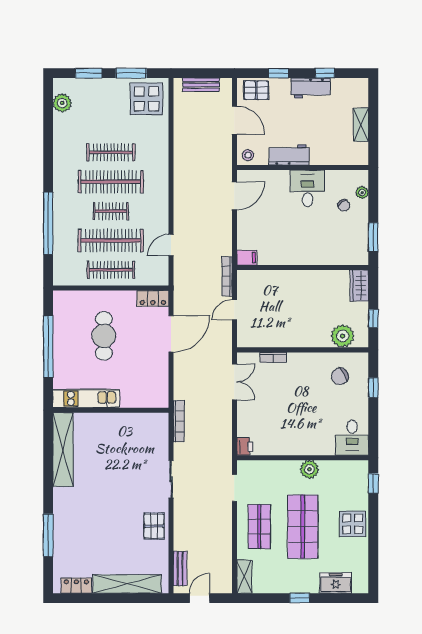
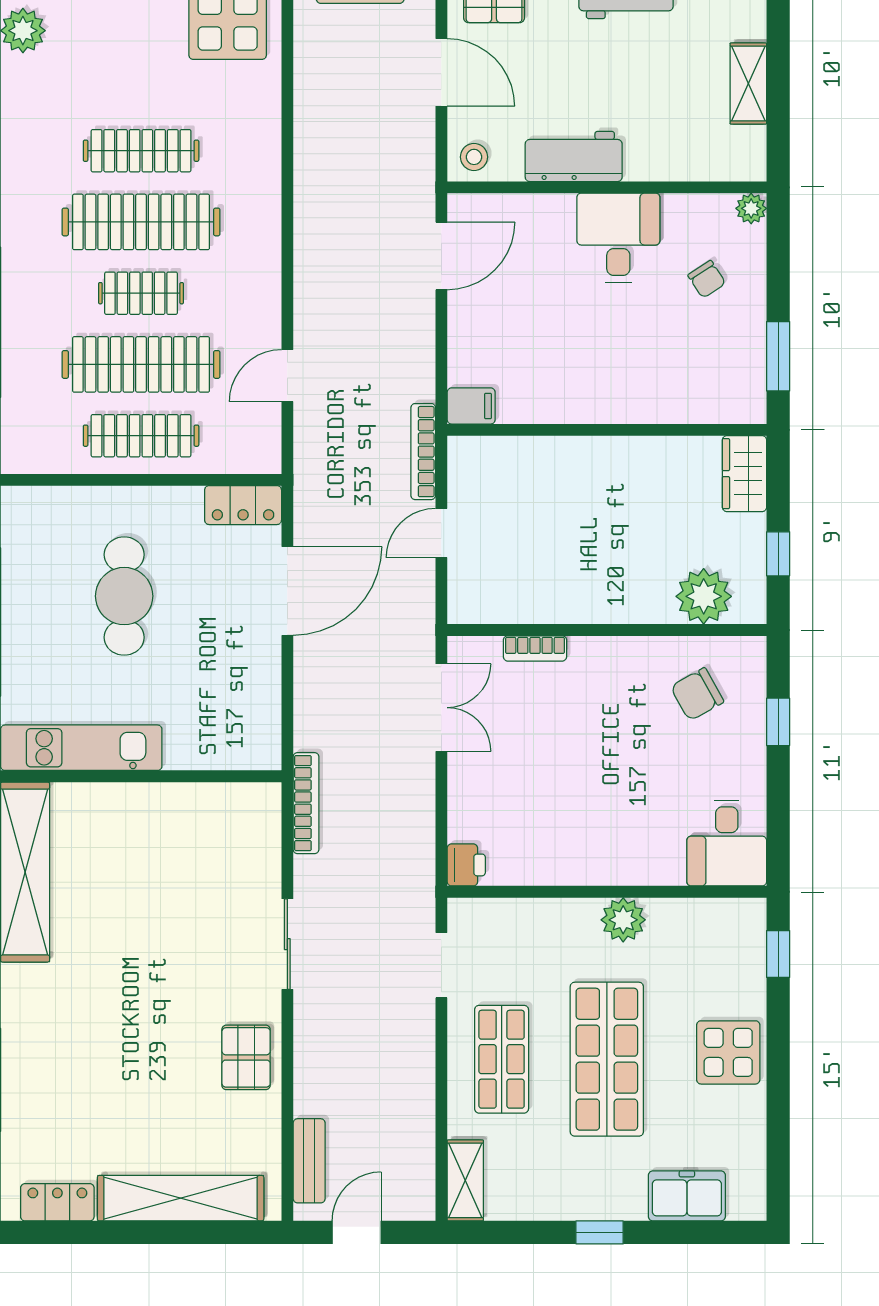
plant: (362, 193) -> (751, 208), moved

